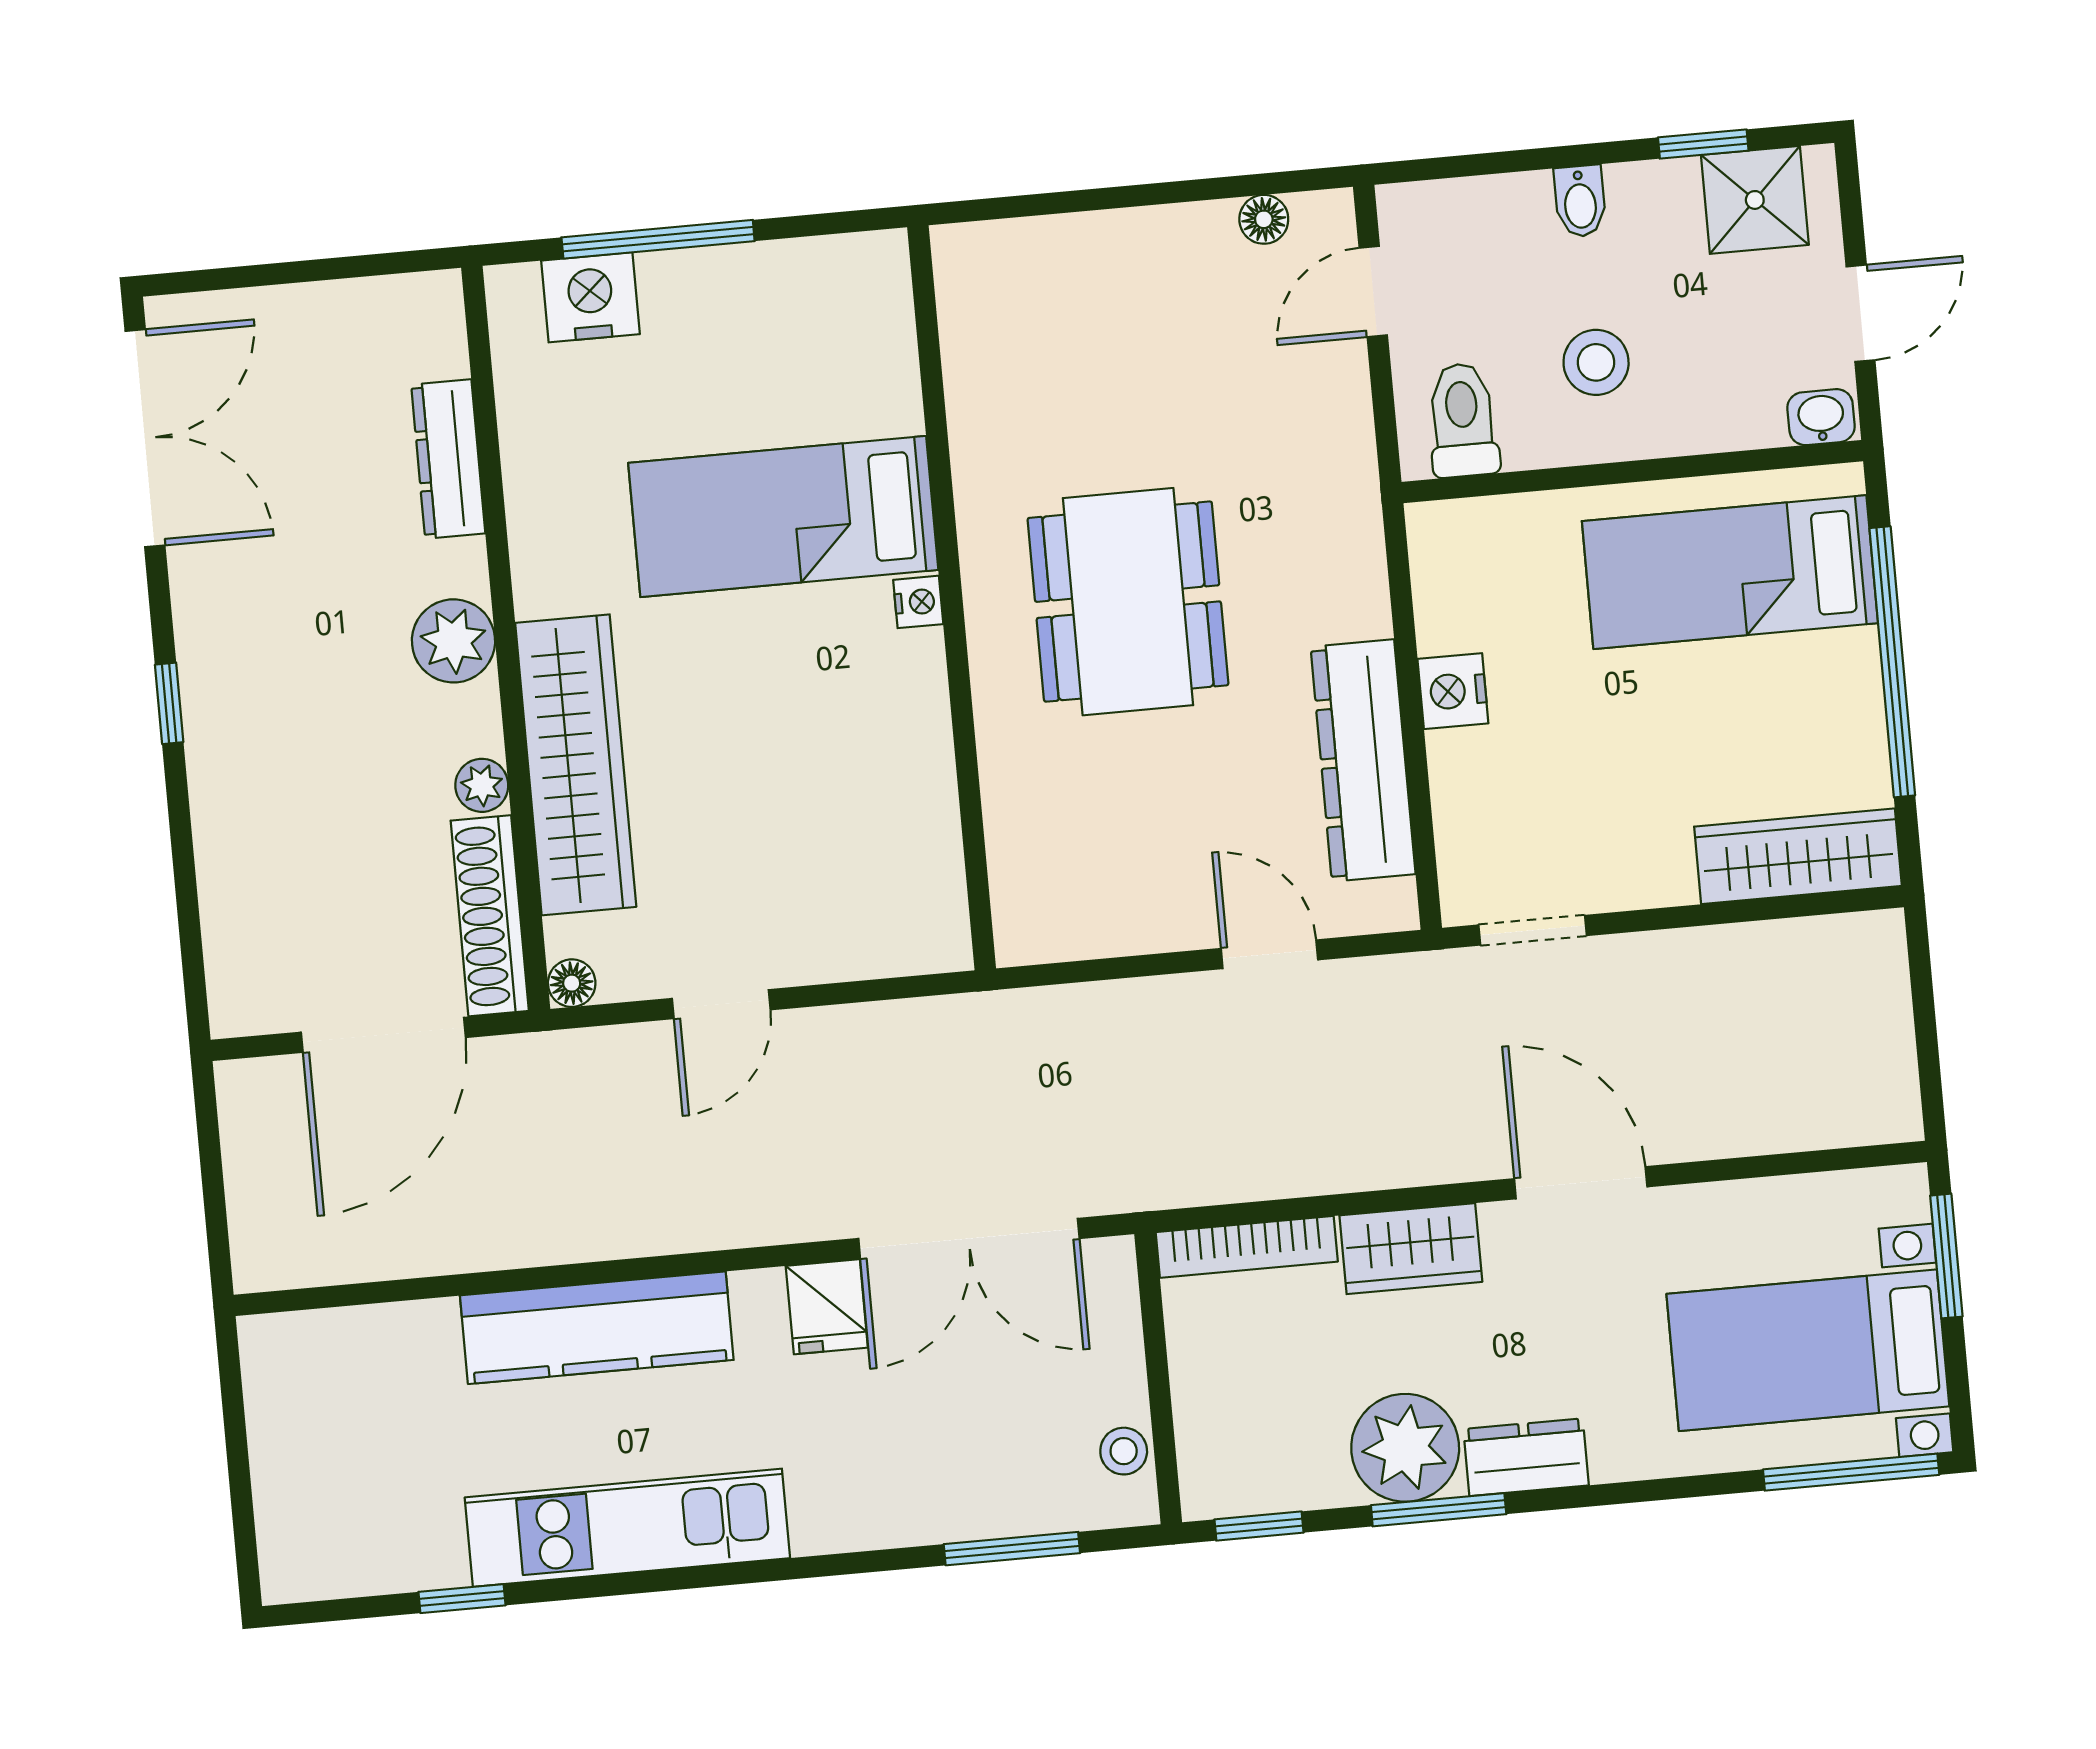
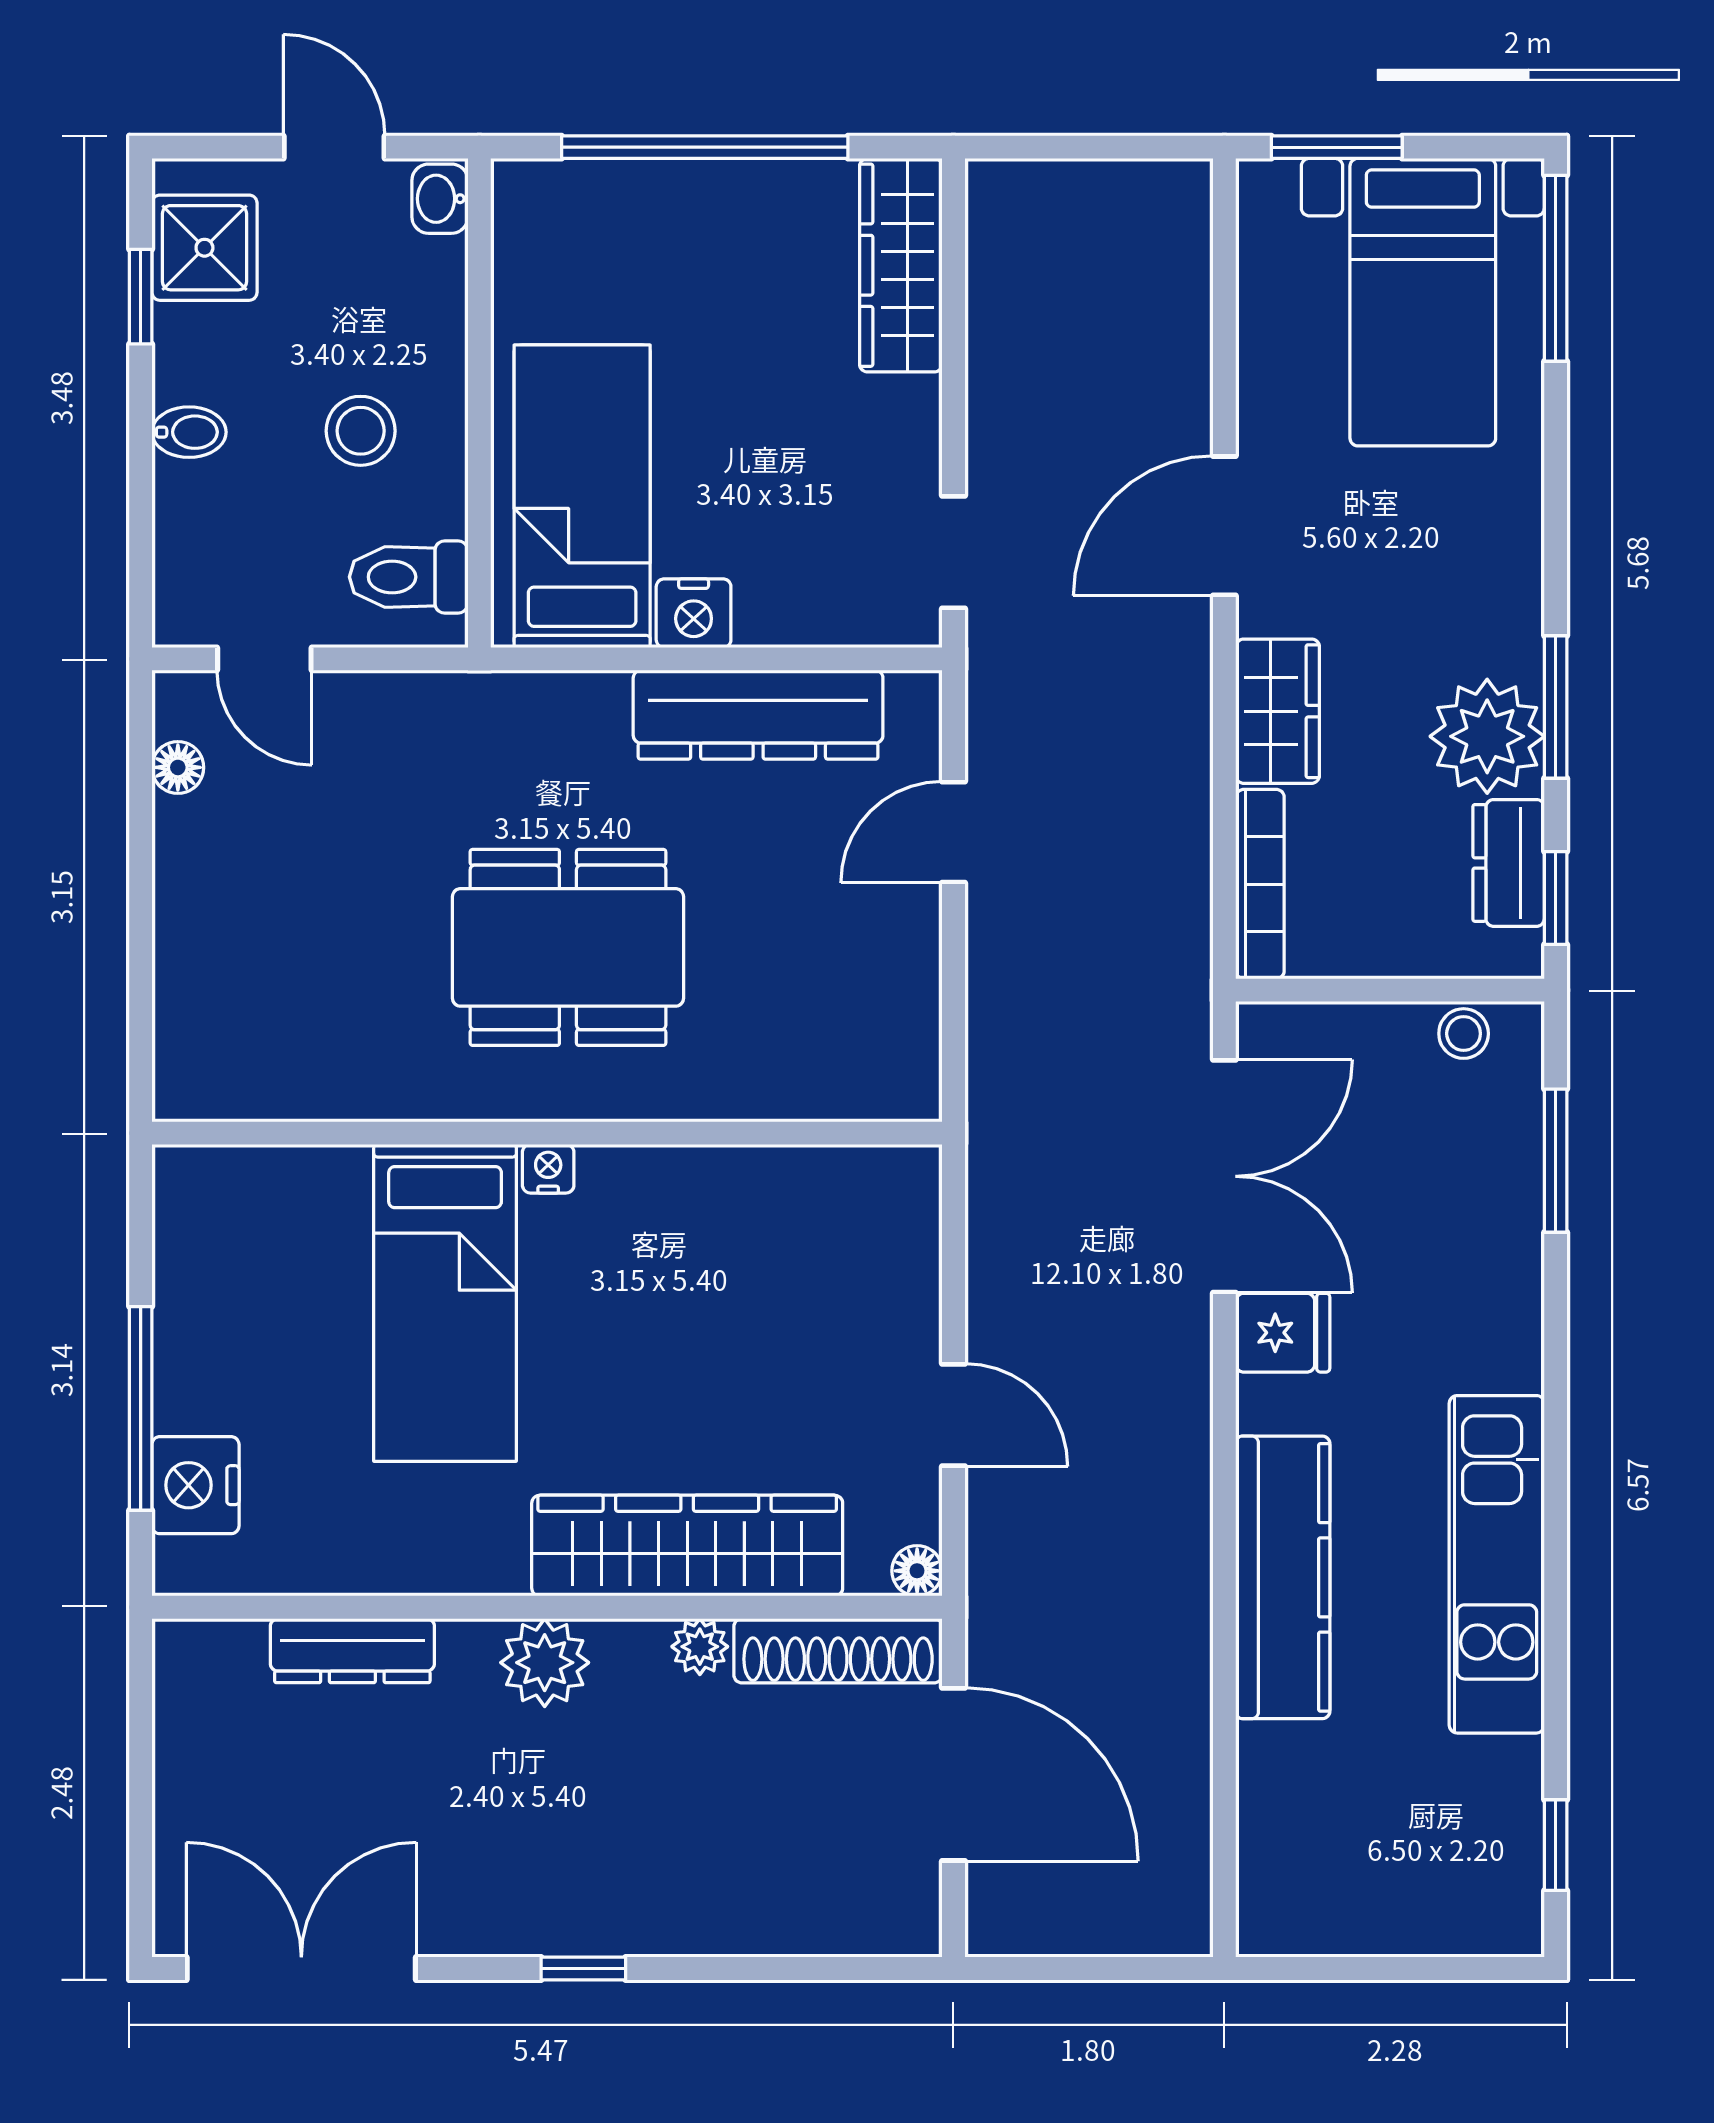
bed: (1730, 572) -> (582, 496), moved, turned 180
dresser: (1526, 1457) -> (1509, 863), moved
window: (462, 1599) -> (1556, 1845), moved

